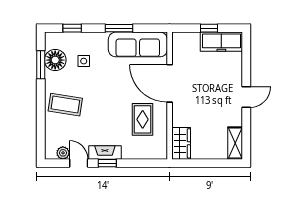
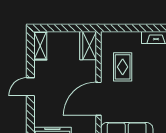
door: (170, 83) -> (99, 99), swing flipped
window: (107, 163) -> (154, 28), removed

